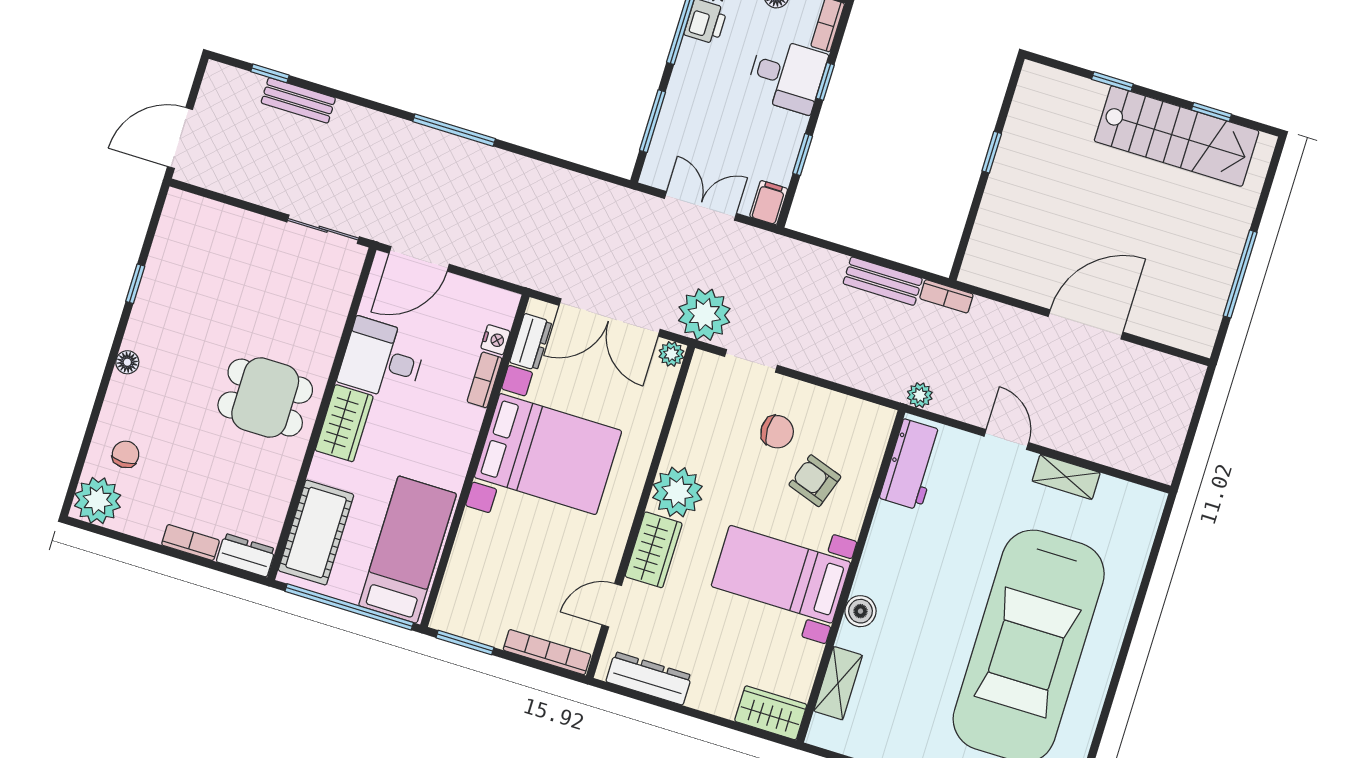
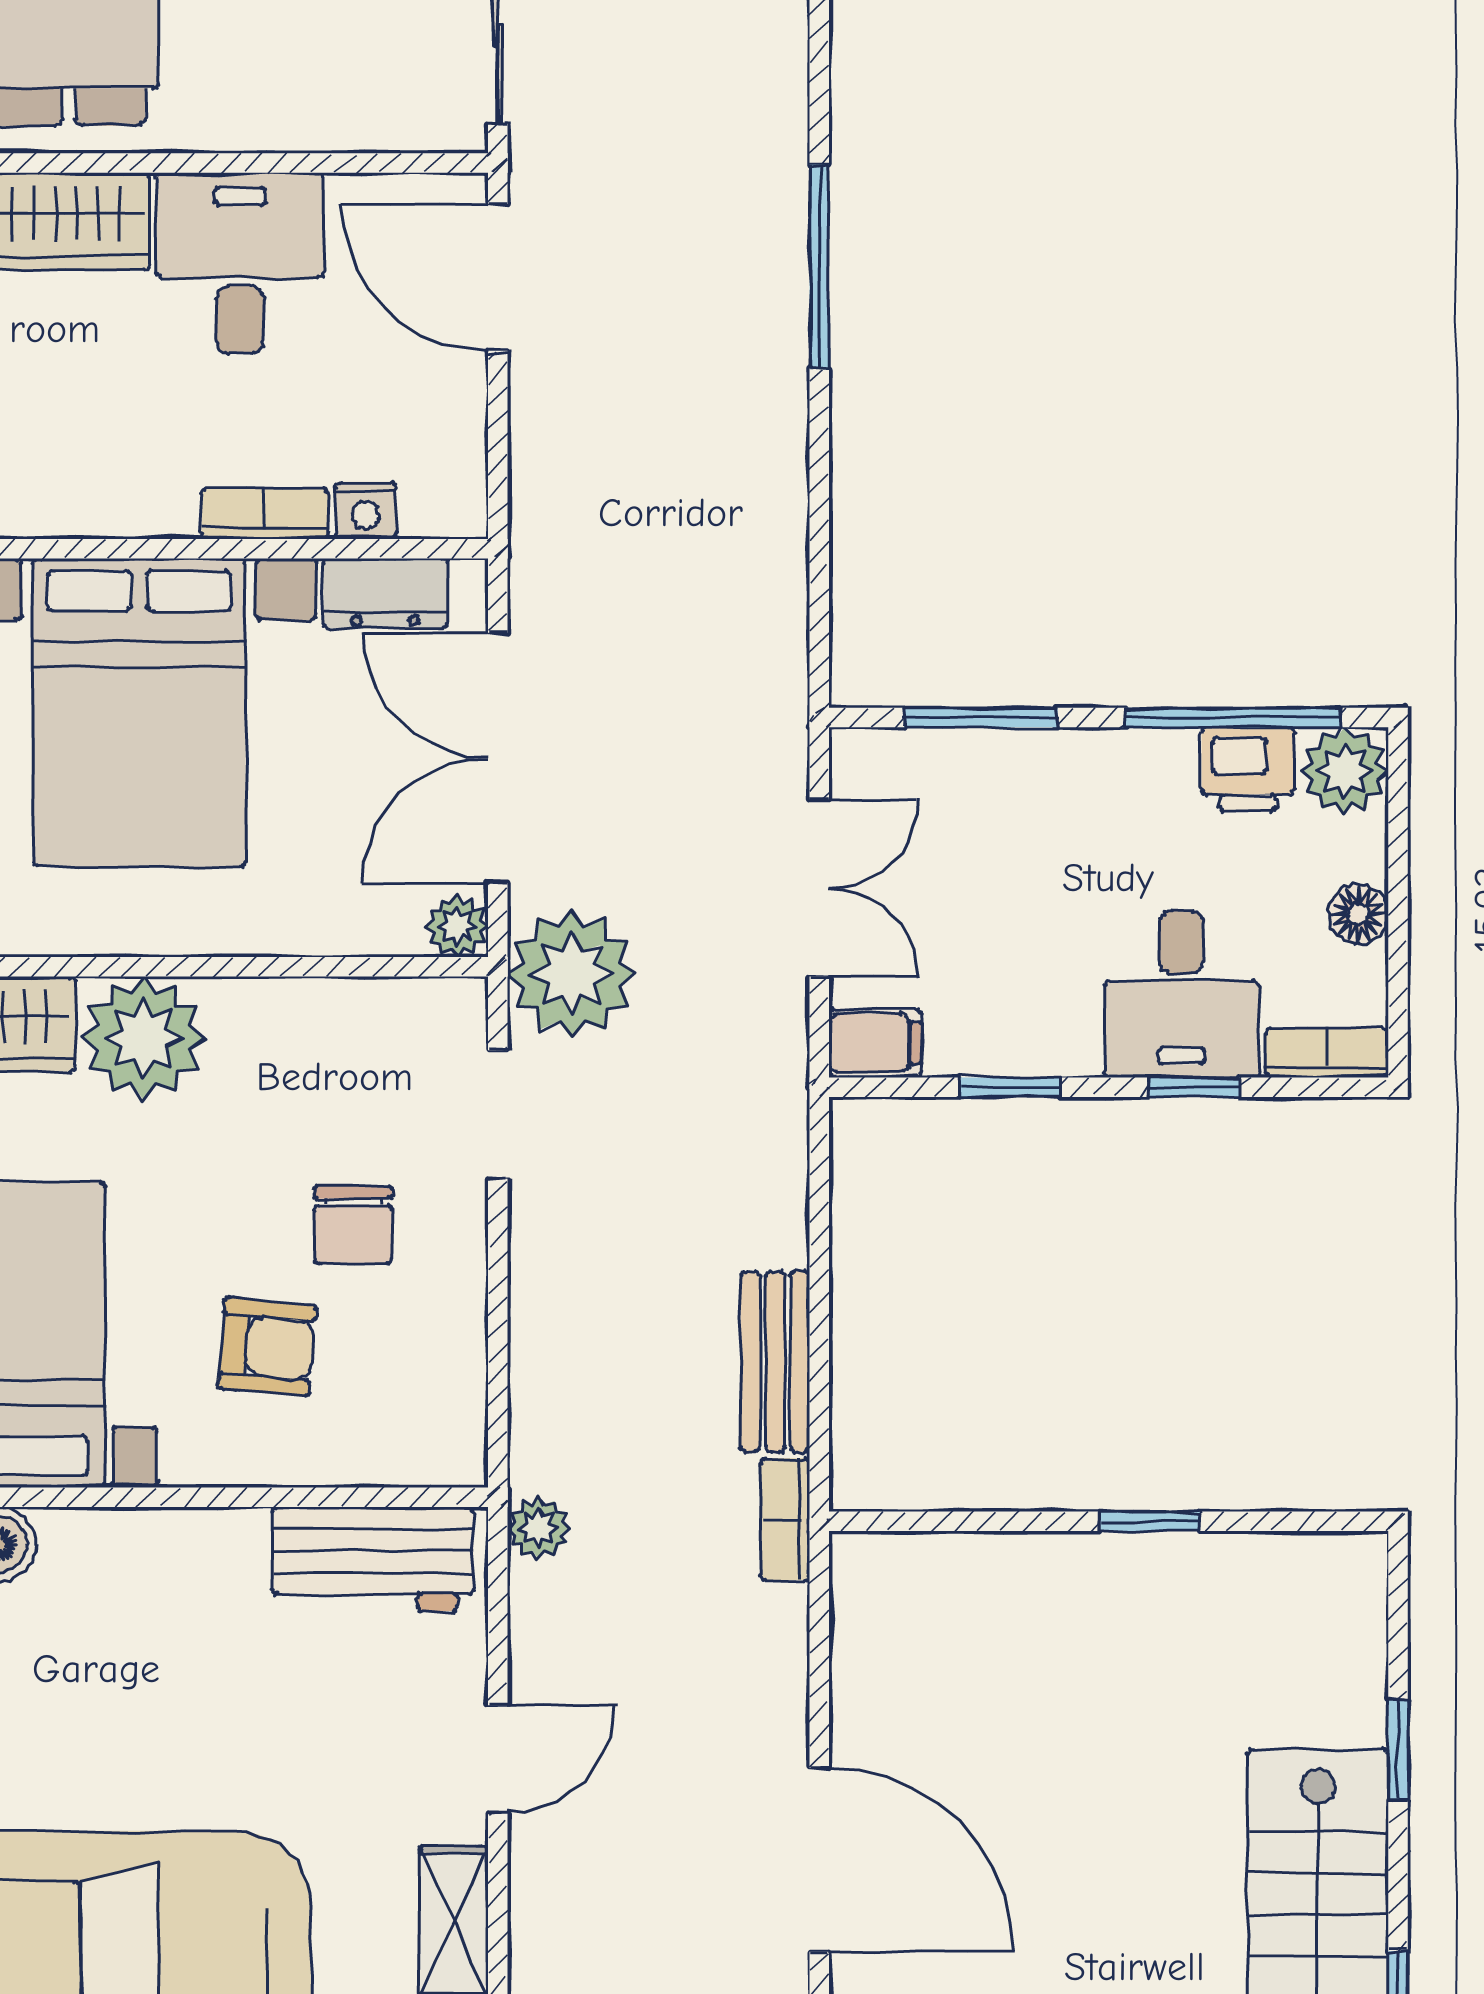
armchair: (815, 481) -> (267, 1347), turned 76

